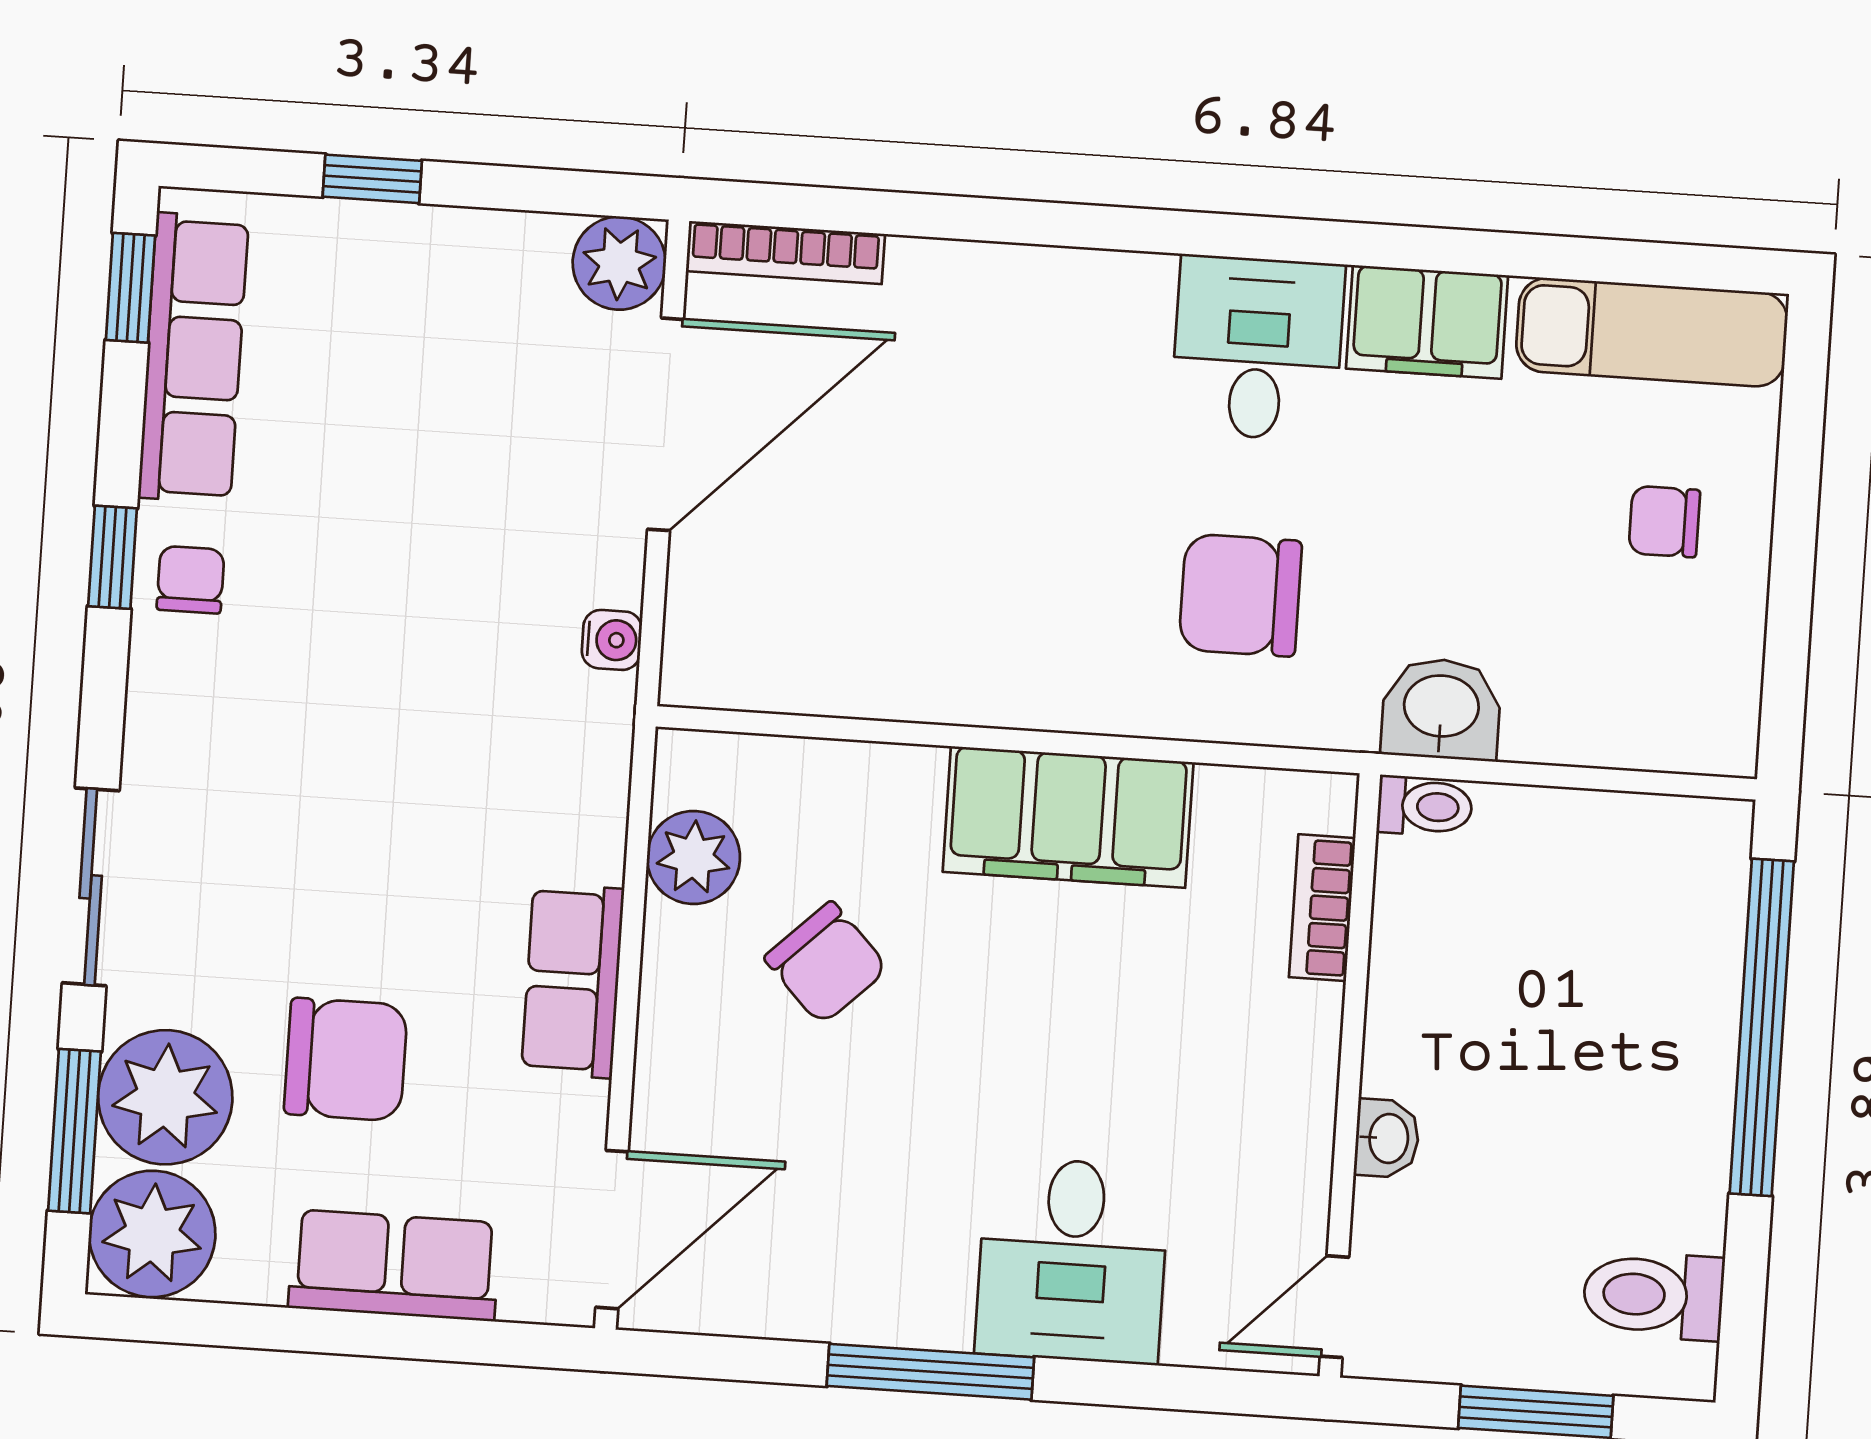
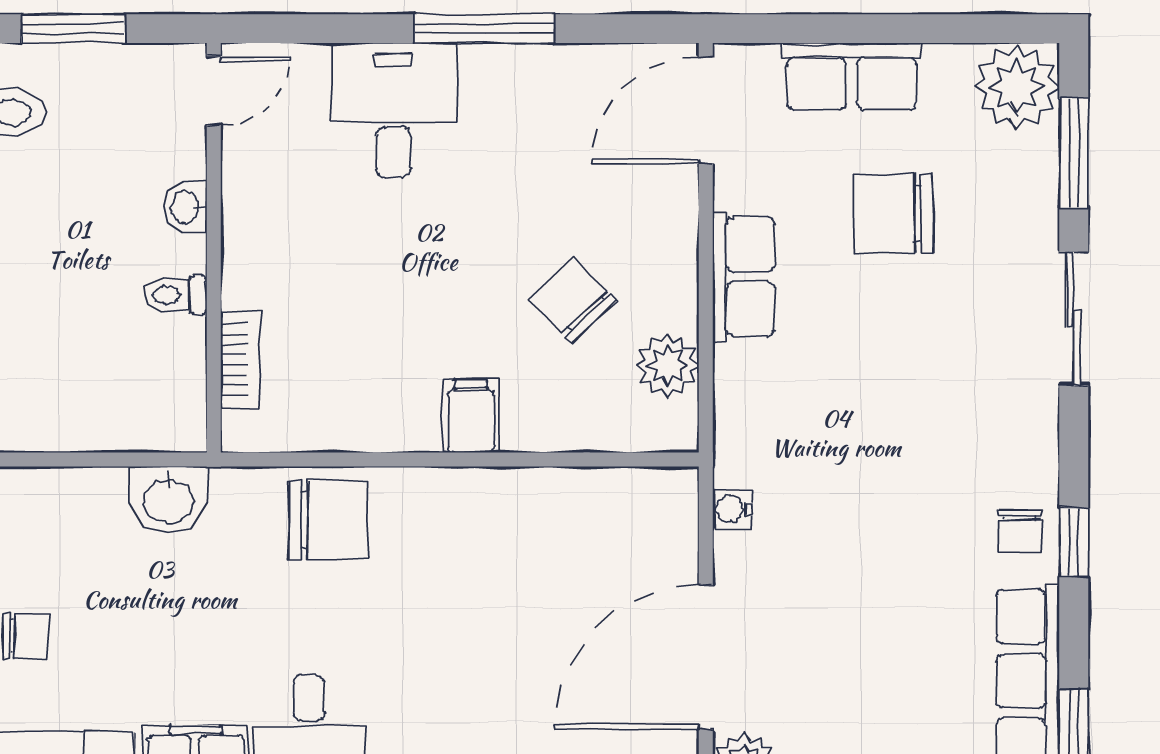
chair: (1240, 595) -> (328, 520), moved
toilet: (1425, 806) -> (175, 295), moved
filing cabinet: (1068, 817) -> (471, 416), width x0.33, depth x0.86
plant: (165, 1097) -> (1014, 180), removed

